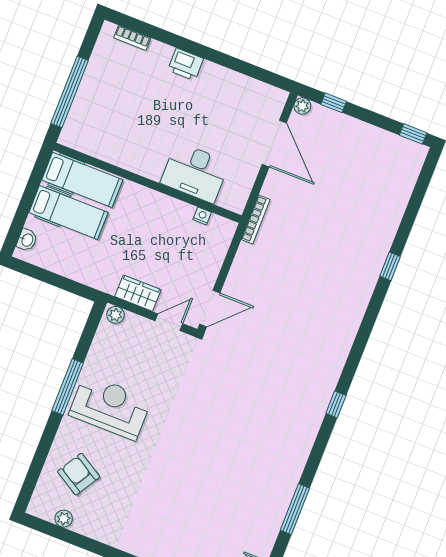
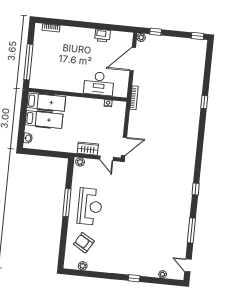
printer: (186, 64) -> (103, 36), moved
door: (274, 144) -> (133, 59), swing flipped
door: (169, 322) -> (106, 158), swing flipped
window: (336, 404) -> (196, 189), moved
reception desk: (110, 407) -> (90, 207), turned 90

